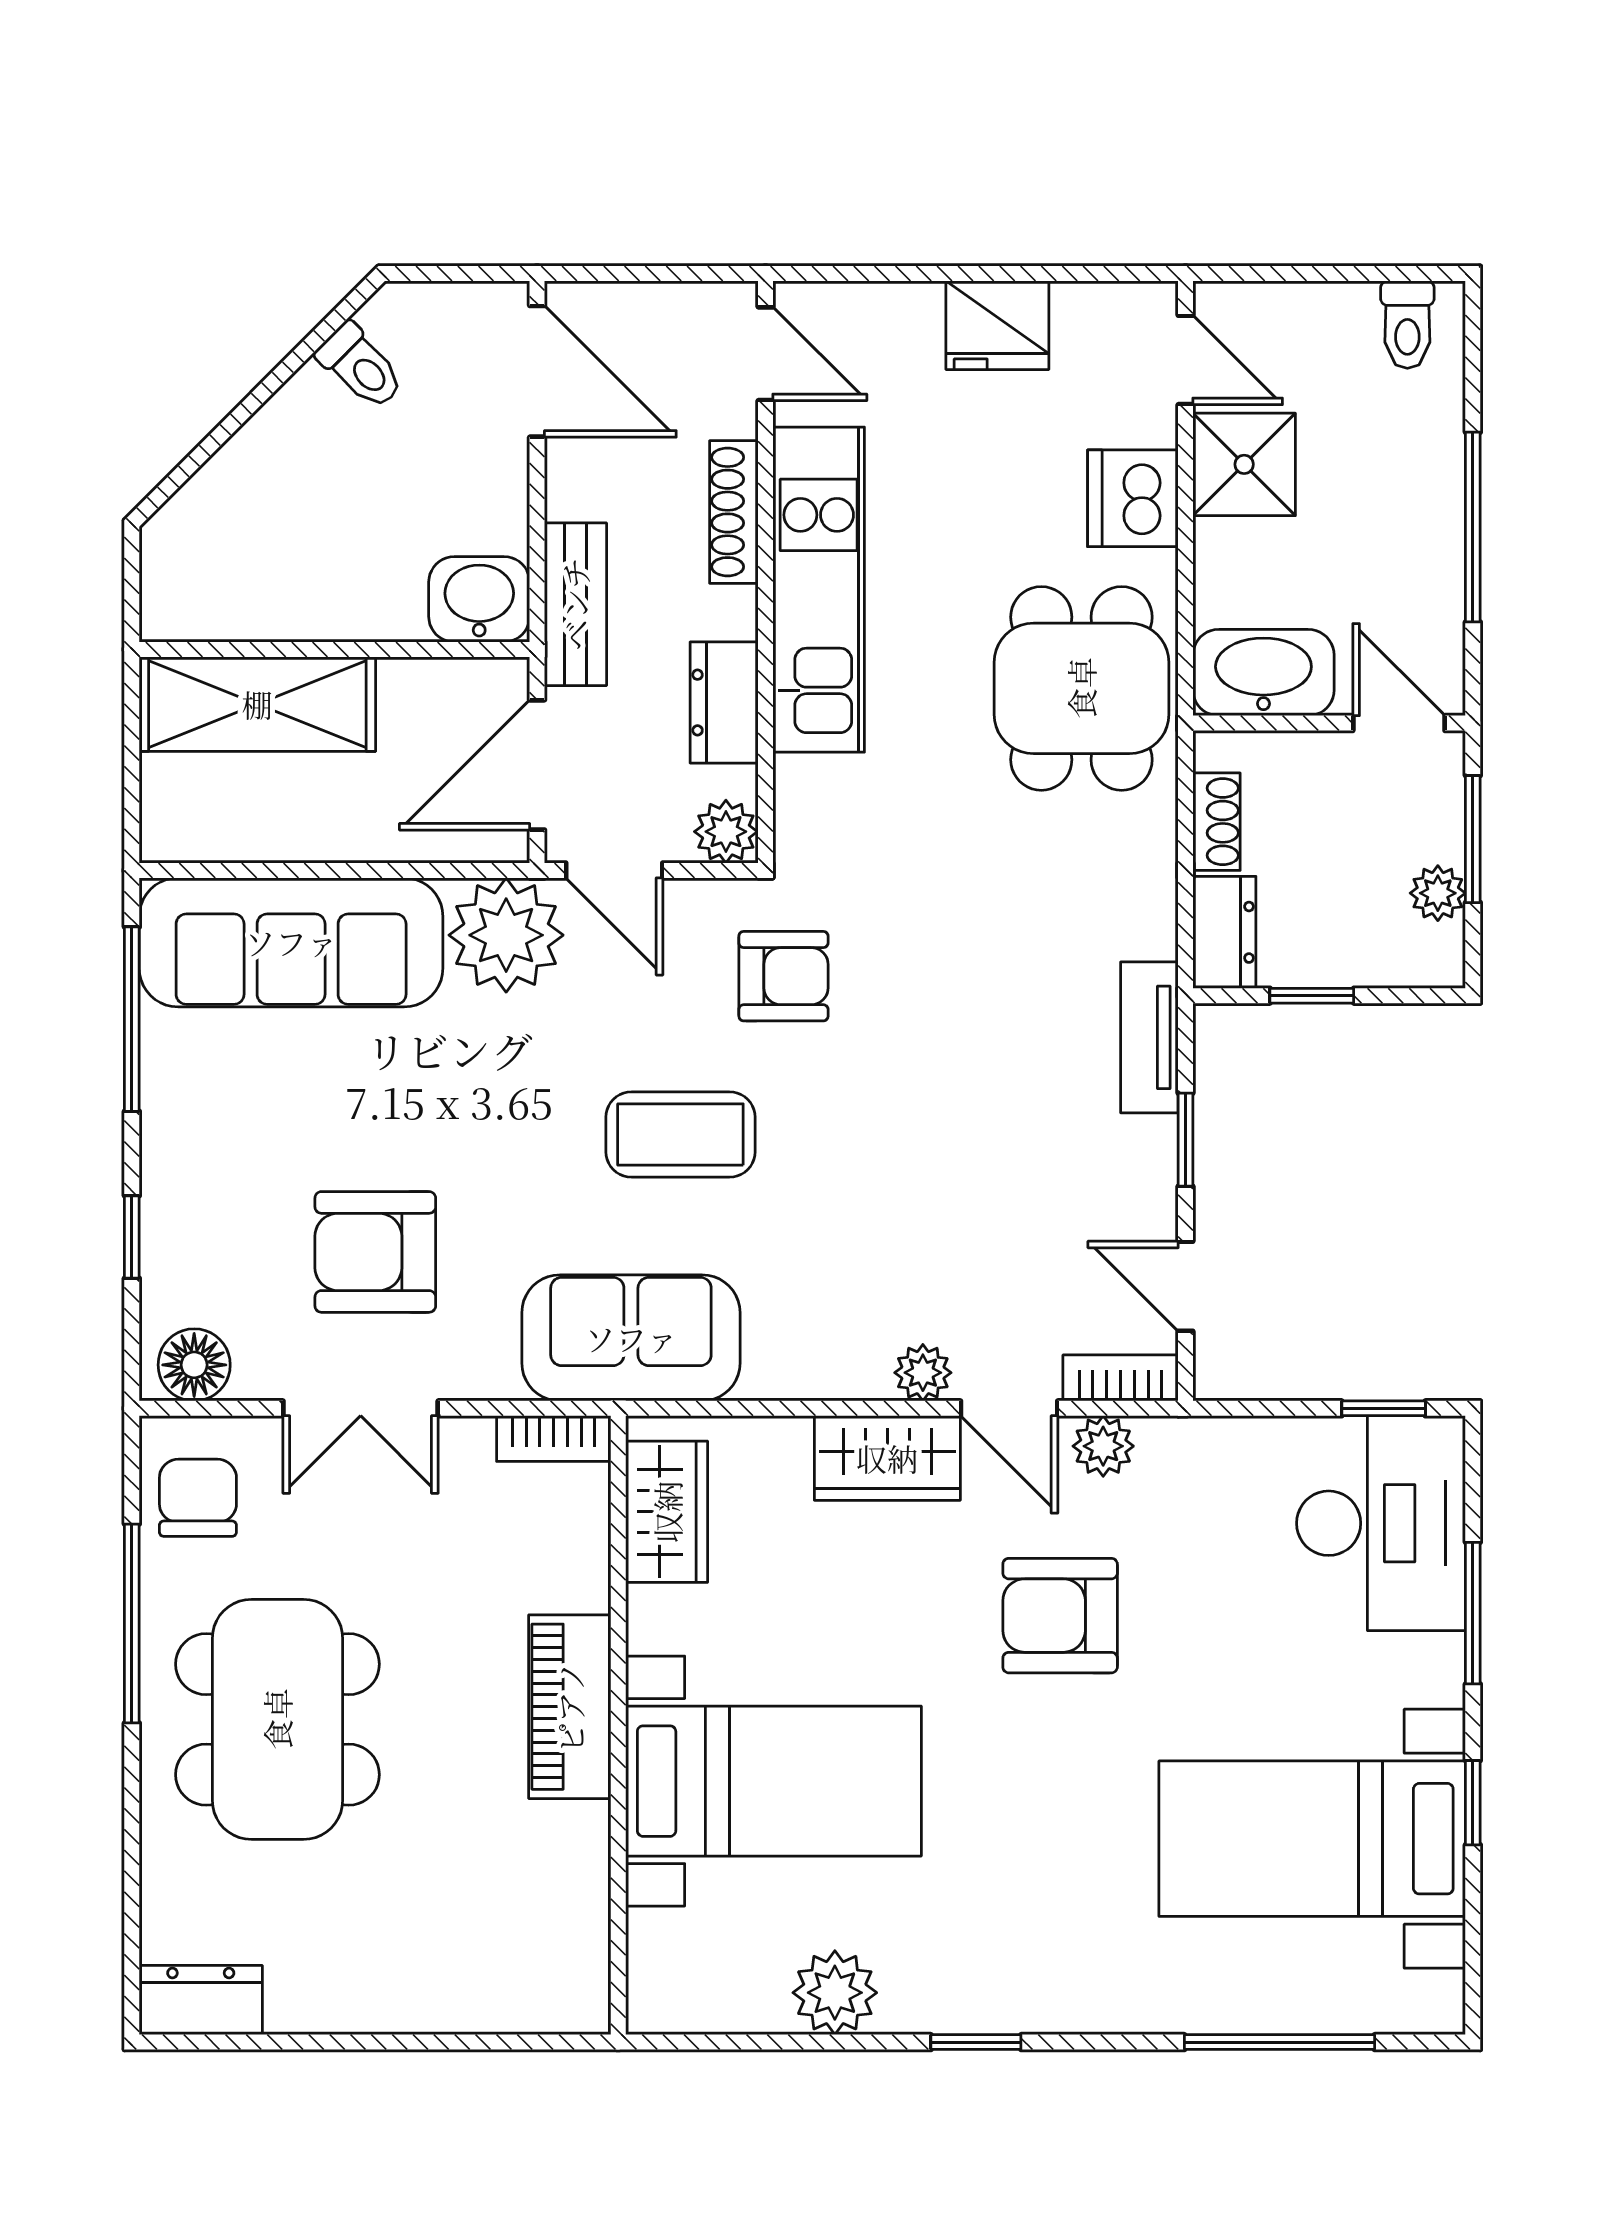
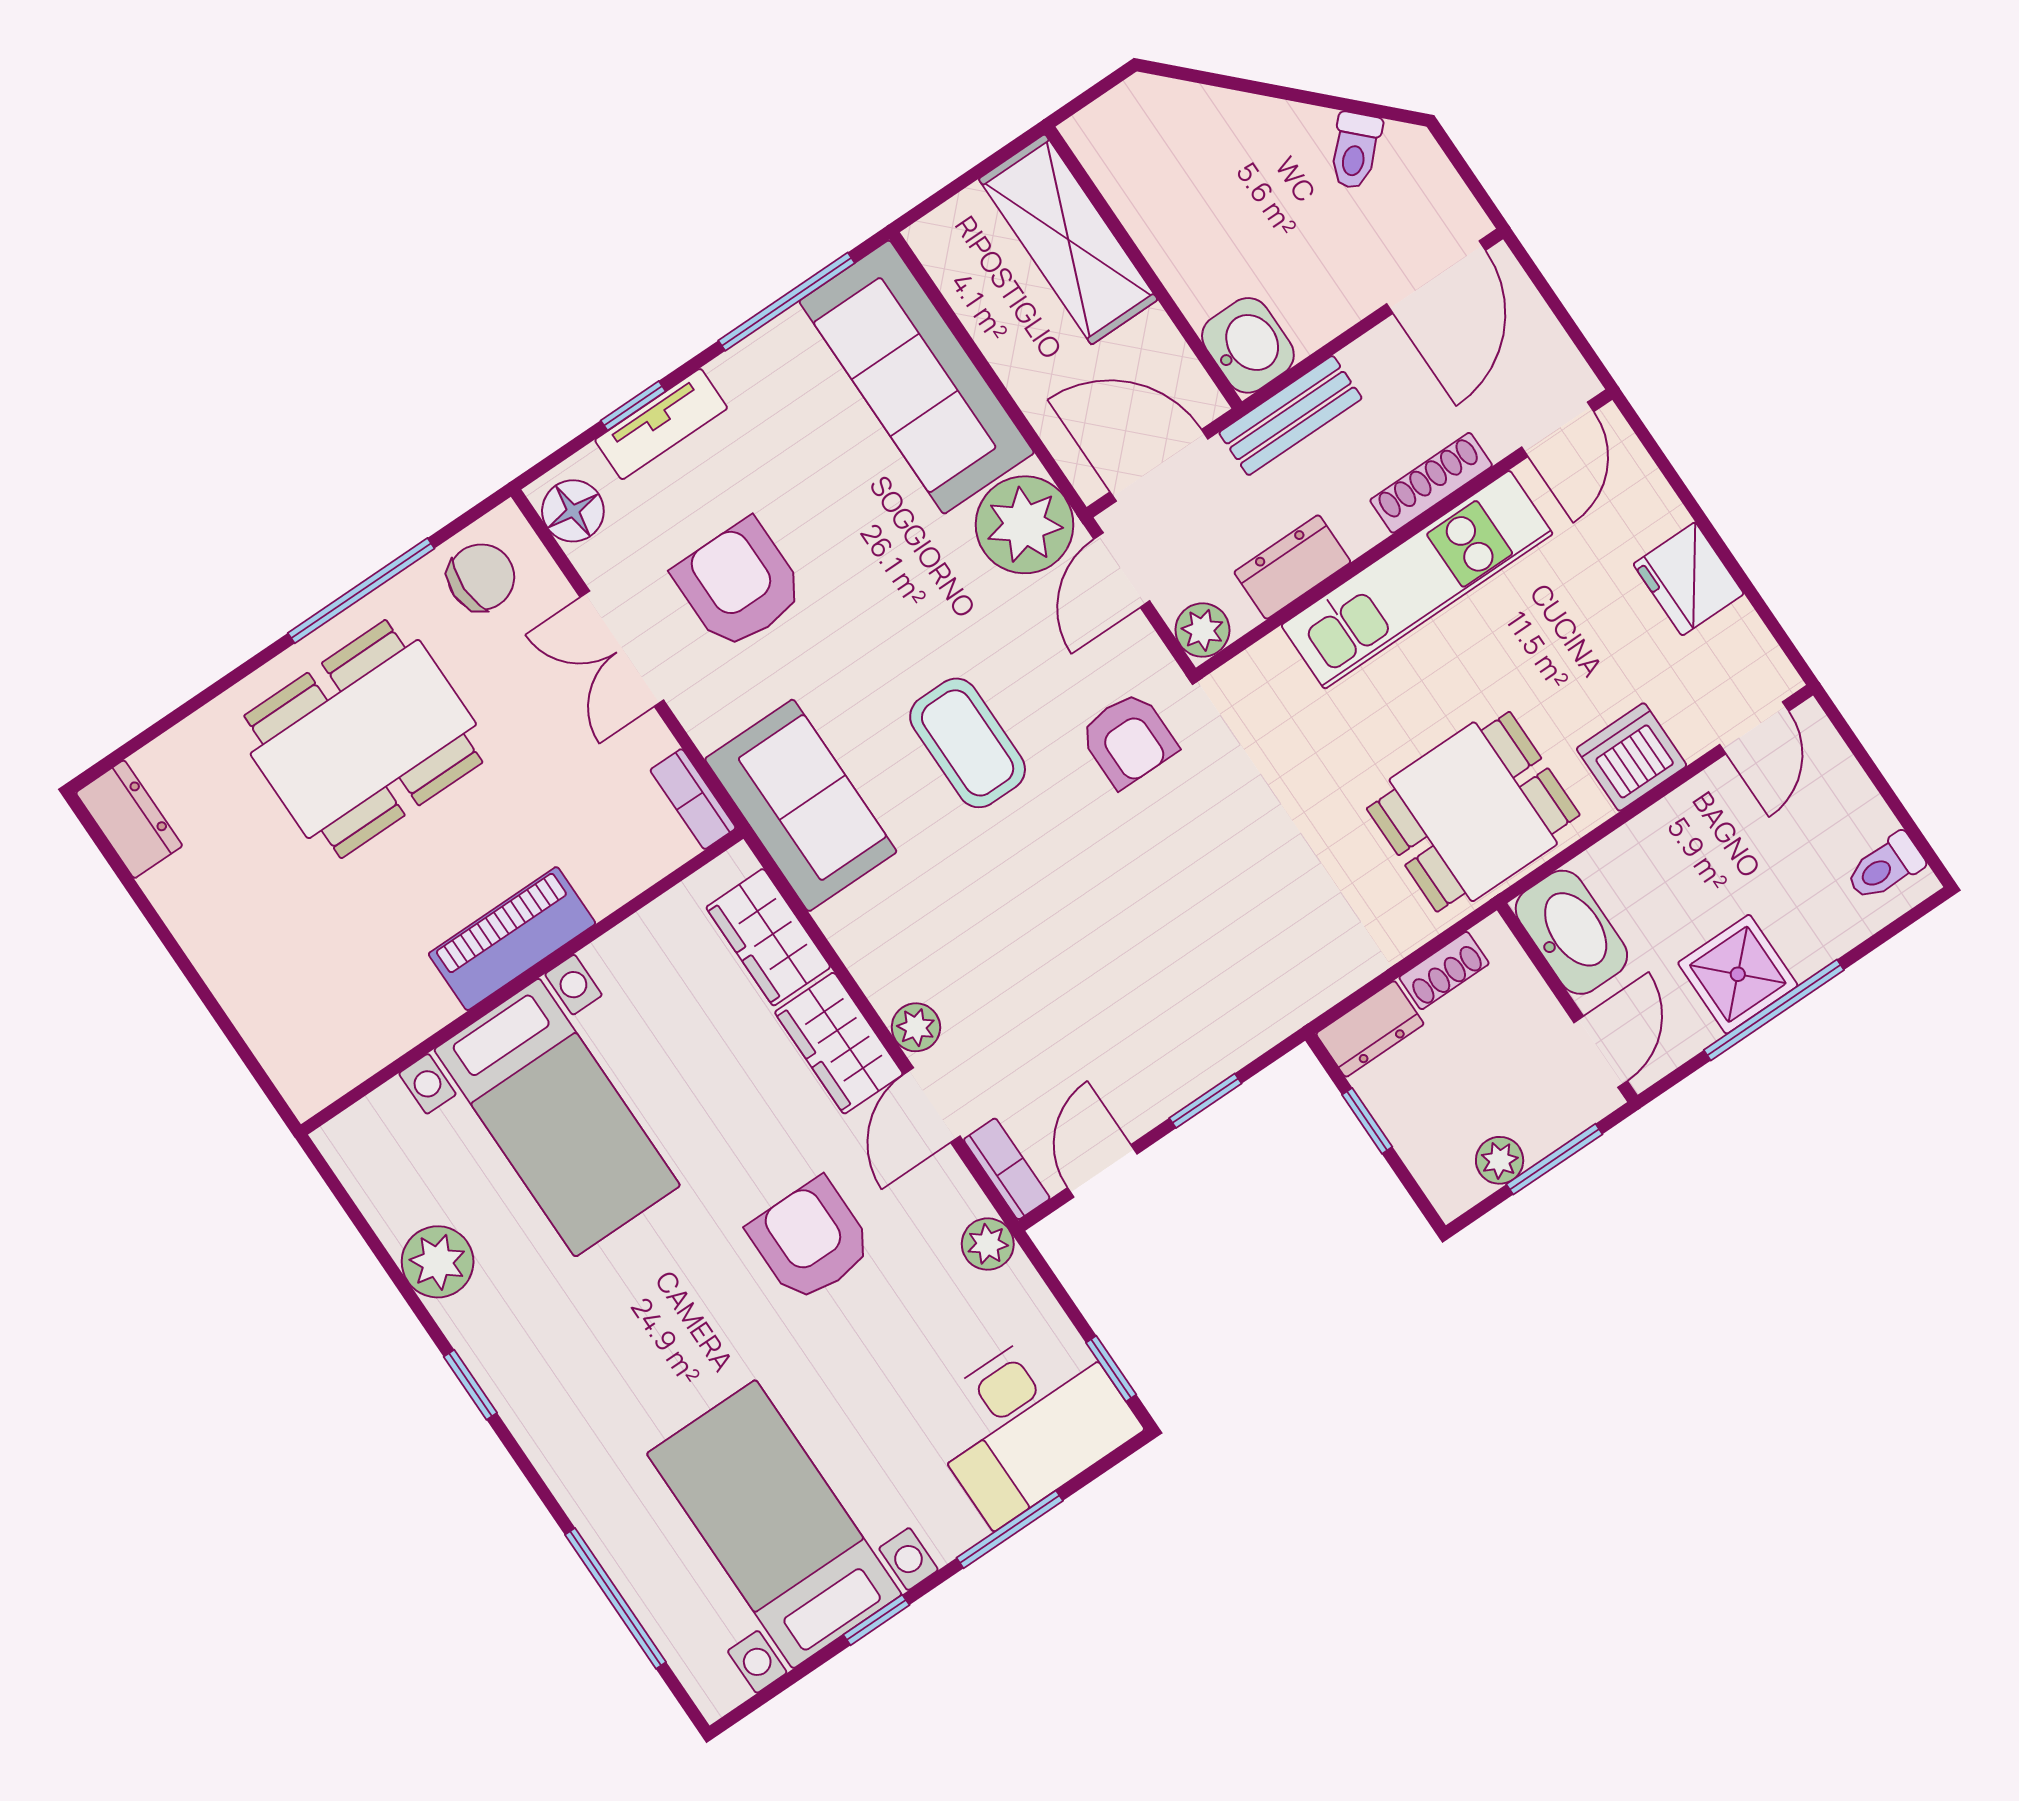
shower: (1244, 464) -> (1738, 974), moved
tv unit: (1149, 1037) -> (661, 424), moved, turned 180
plant: (1103, 1446) -> (988, 1244), moved
wardrobe: (667, 1512) -> (768, 937), moved, turned 90

